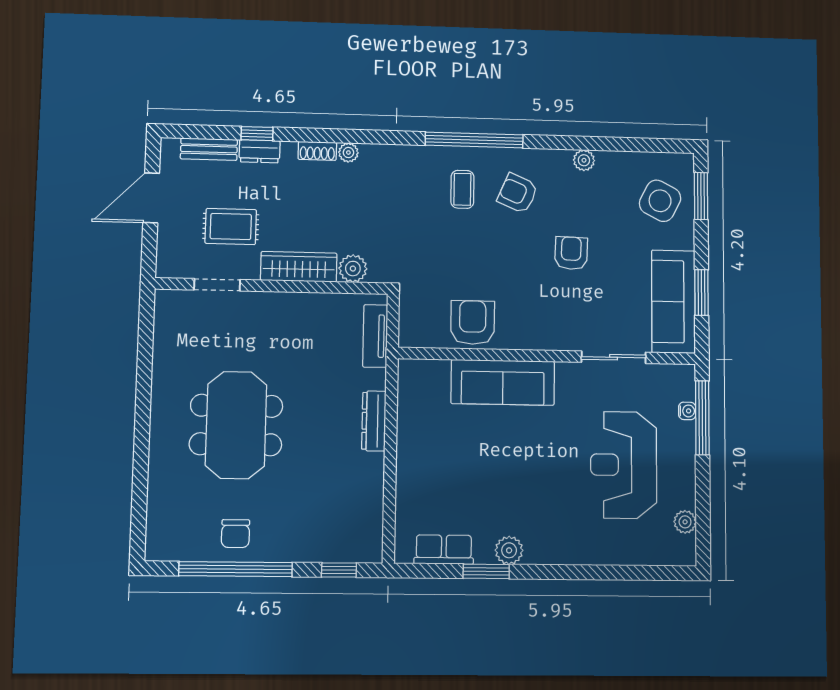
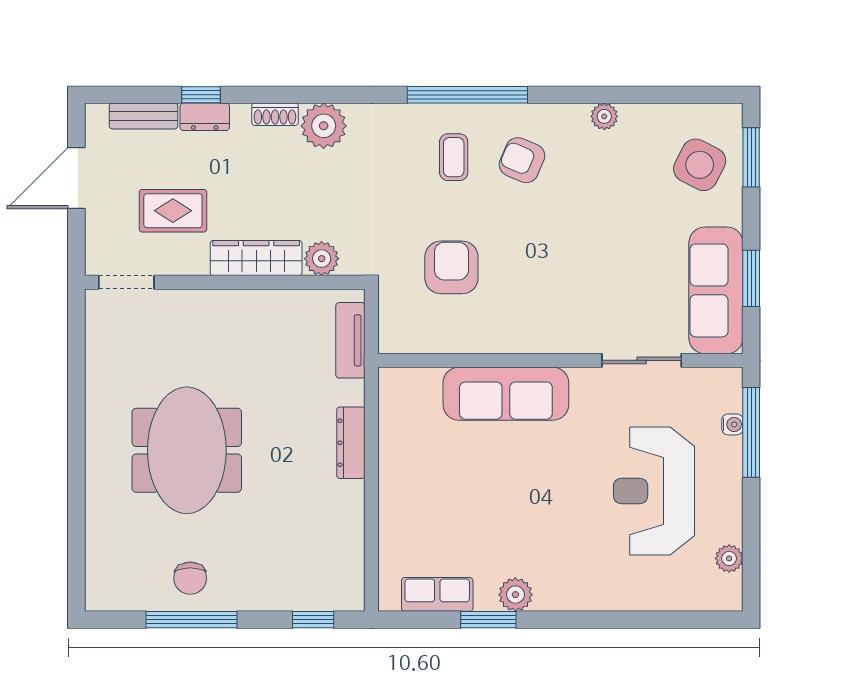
plant: (348, 153) -> (324, 126), width x1.87, depth x1.87
armchair: (571, 253) -> (589, 233), removed
doorway: (217, 285) -> (126, 282), moved
armchair: (473, 323) -> (451, 267), moved
window: (236, 569) -> (192, 620), width x0.68

